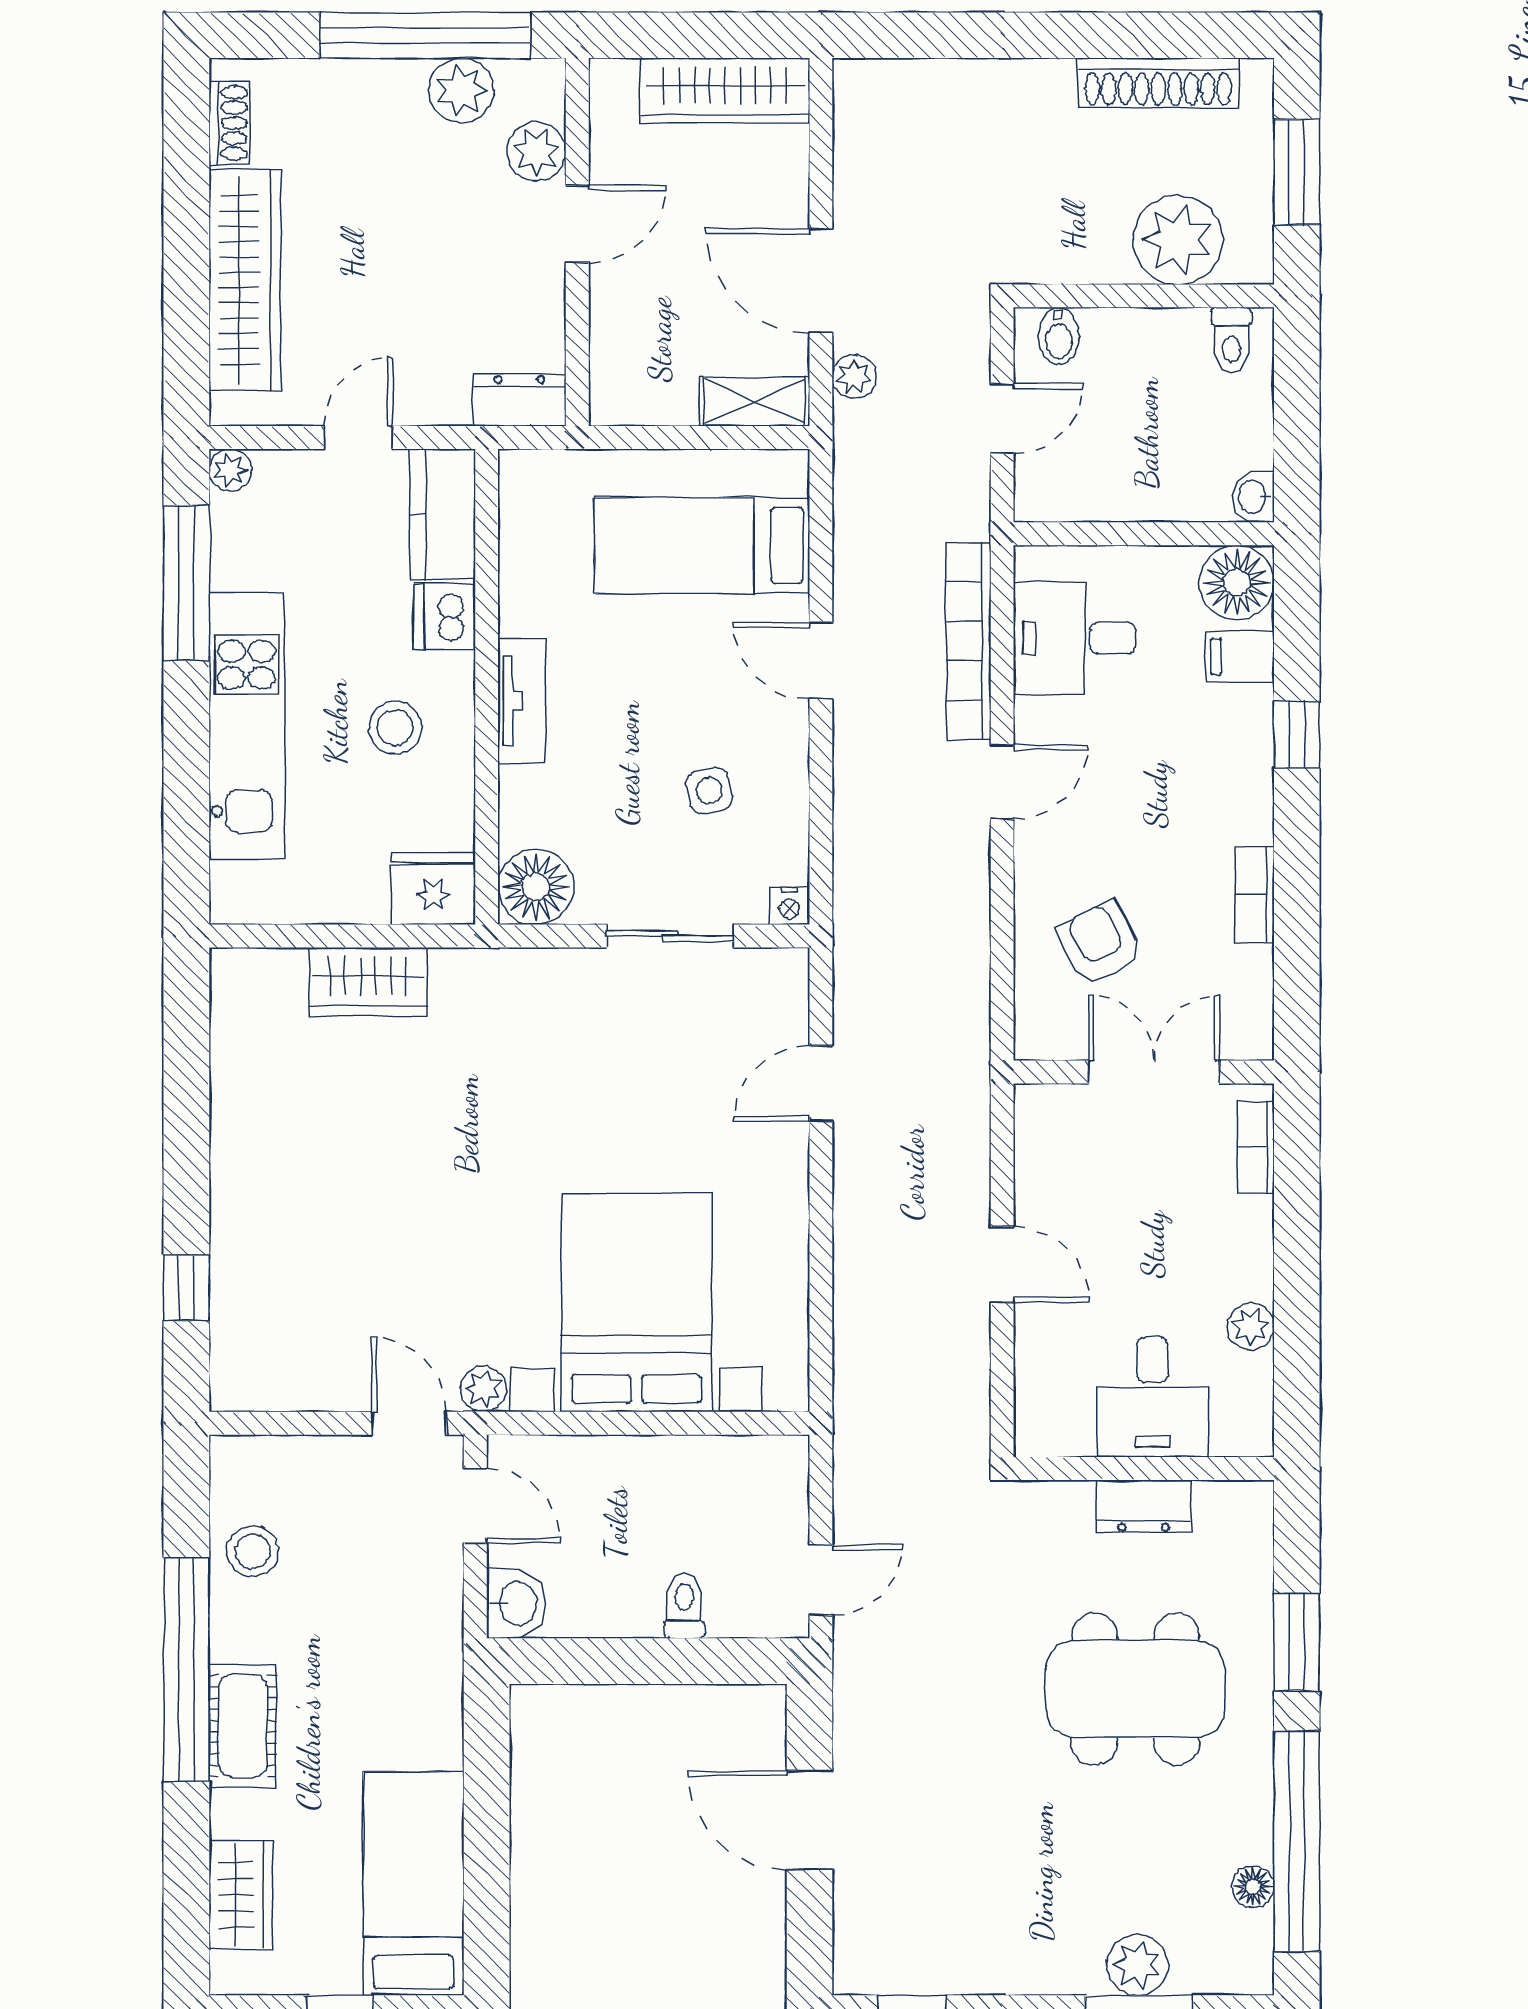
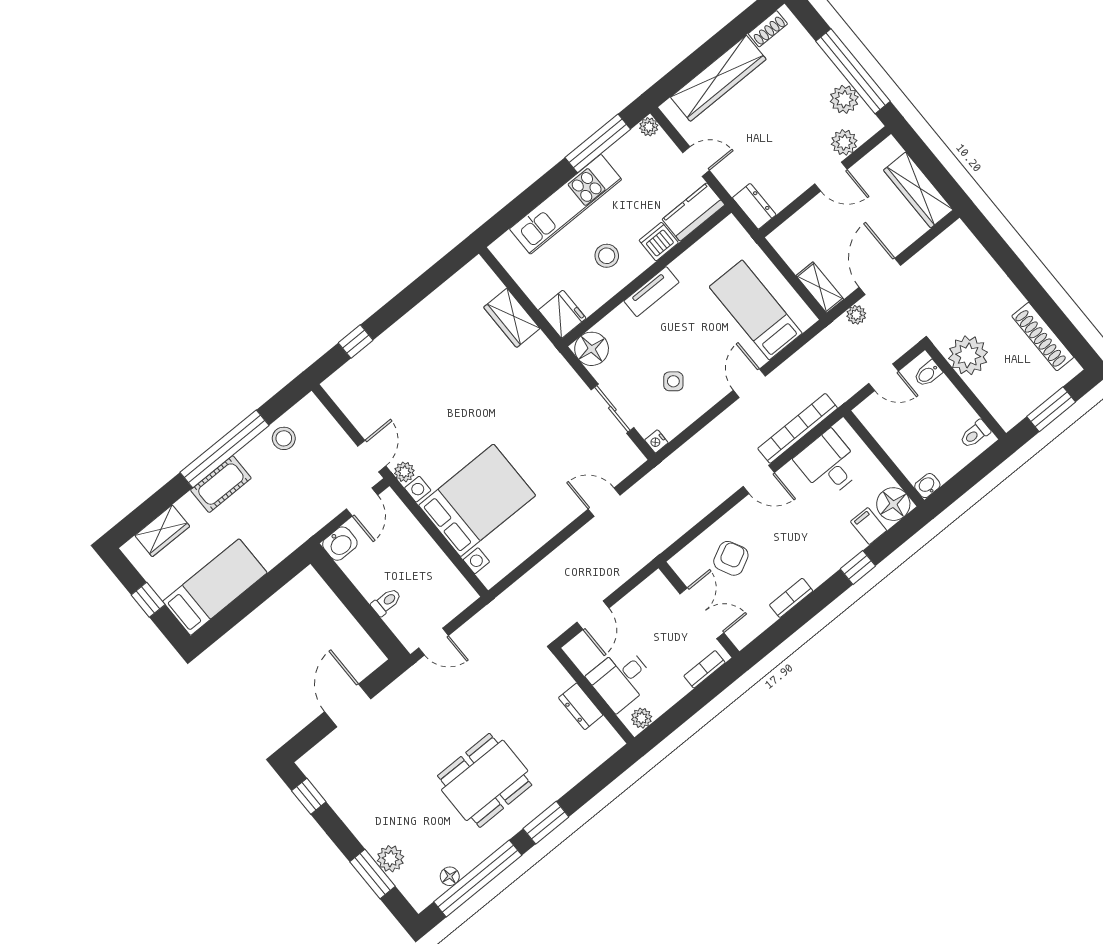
plant: (1178, 240) -> (968, 355), moved
side table: (709, 791) -> (673, 381), turned -38
desk: (1153, 1397) -> (621, 679), moved
wall: (1144, 1469) -> (594, 696), moved
dresser: (1144, 1507) -> (581, 706), moved
dining table: (1135, 1689) -> (485, 780), turned 90

